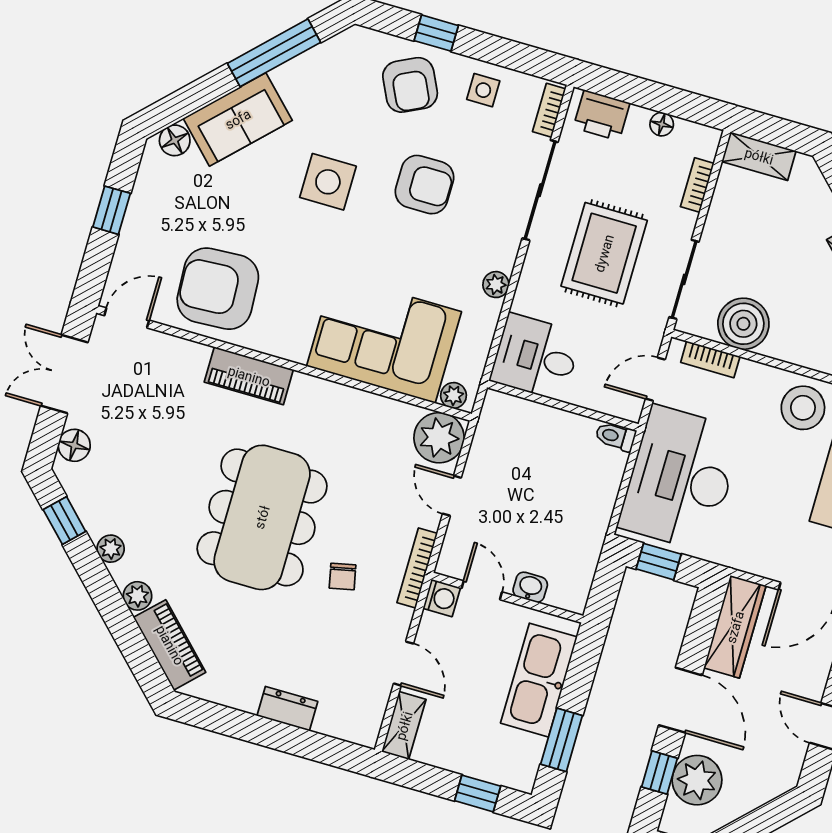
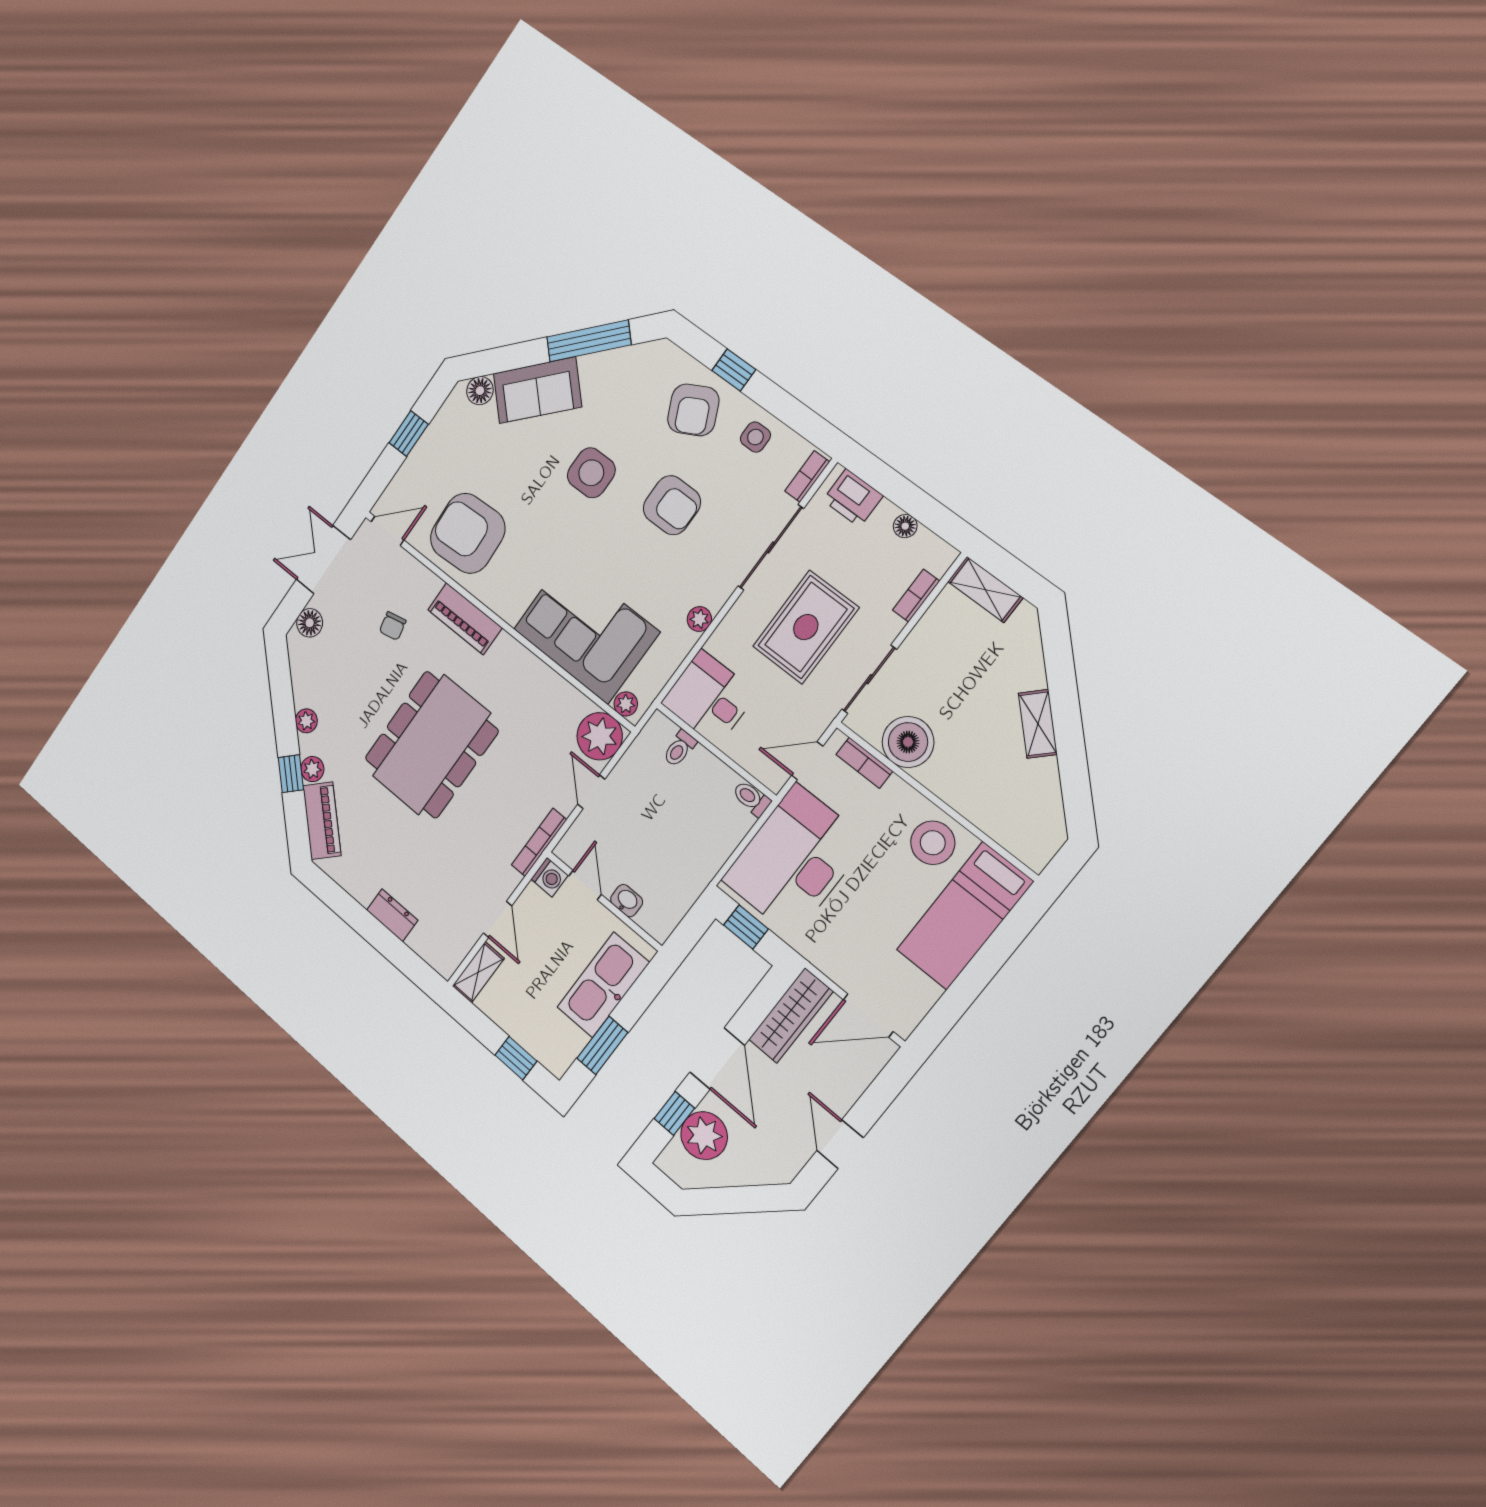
toilet: (525, 417) -> (680, 749), added
window: (64, 521) -> (291, 774), moved
chair: (343, 577) -> (393, 626), moved

